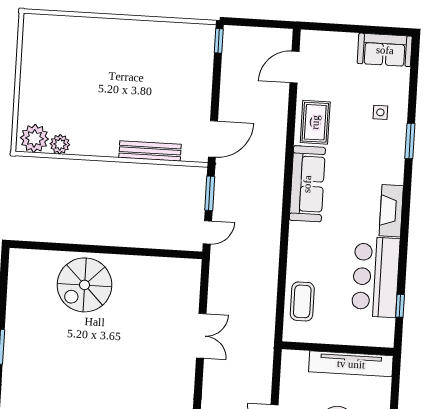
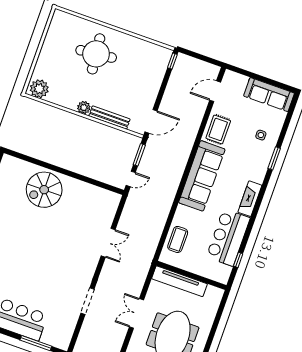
sofa: (385, 50) -> (269, 95), width x1.36
round table: (103, 63) -> (96, 54), added
plant: (60, 144) -> (84, 108), moved
sofa: (307, 184) -> (202, 176), width x1.36, depth x1.27
tv unit: (351, 364) -> (179, 281), moved

